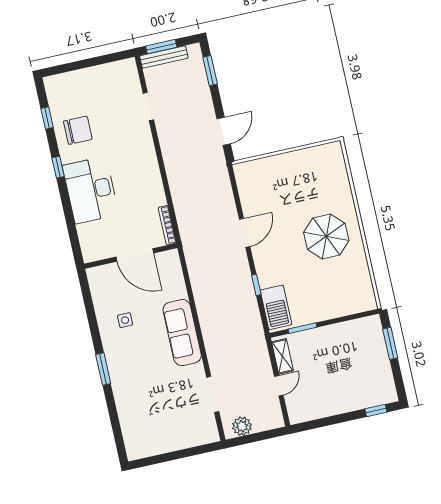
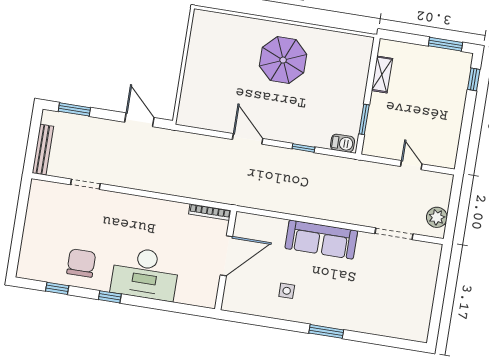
window: (161, 47) -> (32, 148), removed
barbecue: (276, 307) -> (342, 143), width x0.53, depth x0.65
window: (390, 343) -> (445, 44), moved
shelving: (282, 356) -> (382, 74), moved, turned 90

